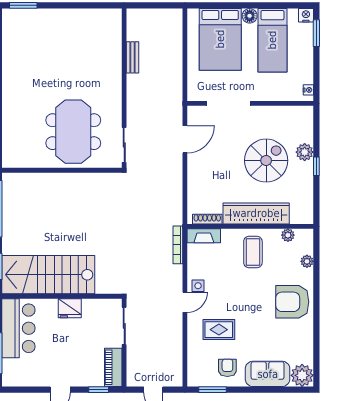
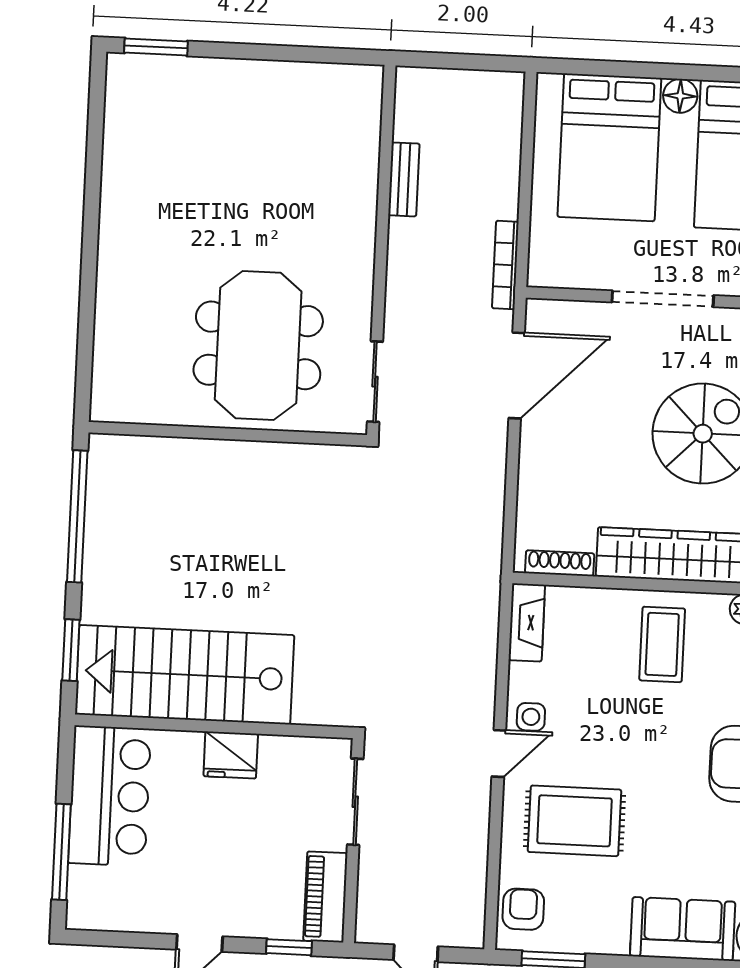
doorway: (229, 103) -> (663, 299), moved
door: (185, 139) -> (517, 376), width x1.36
fireplace: (204, 236) -> (527, 622), moved, turned -90
bookcase: (178, 245) -> (505, 265), moved
rug: (219, 330) -> (575, 821), width x1.36, depth x1.43
armchair: (227, 368) -> (523, 909), moved

